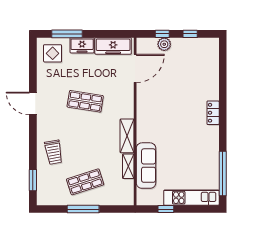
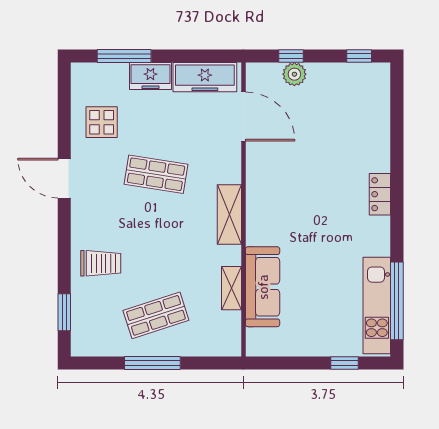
window: (190, 34) -> (359, 56), moved
display table: (53, 53) -> (102, 122), moved
door: (135, 68) -> (243, 117), hinge flipped
shelving: (127, 136) -> (229, 215), moved
trolley: (54, 152) -> (101, 263), turned -80
kitchen unit: (191, 198) -> (377, 305), moved, turned -90
window: (166, 209) -> (345, 363), moved

